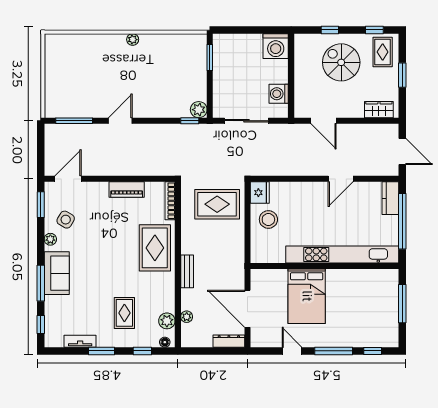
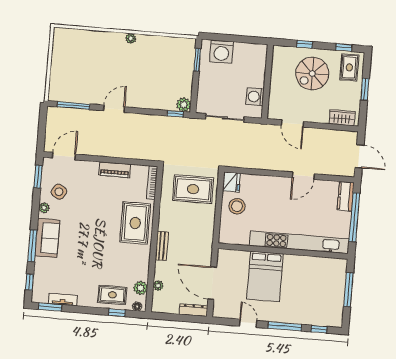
washing machine: (276, 46) -> (221, 52), moved
spiral stairs: (341, 62) -> (312, 74), turned -90
rug: (124, 313) -> (112, 295), moved, turned 90
window: (102, 351) -> (50, 307), moved

